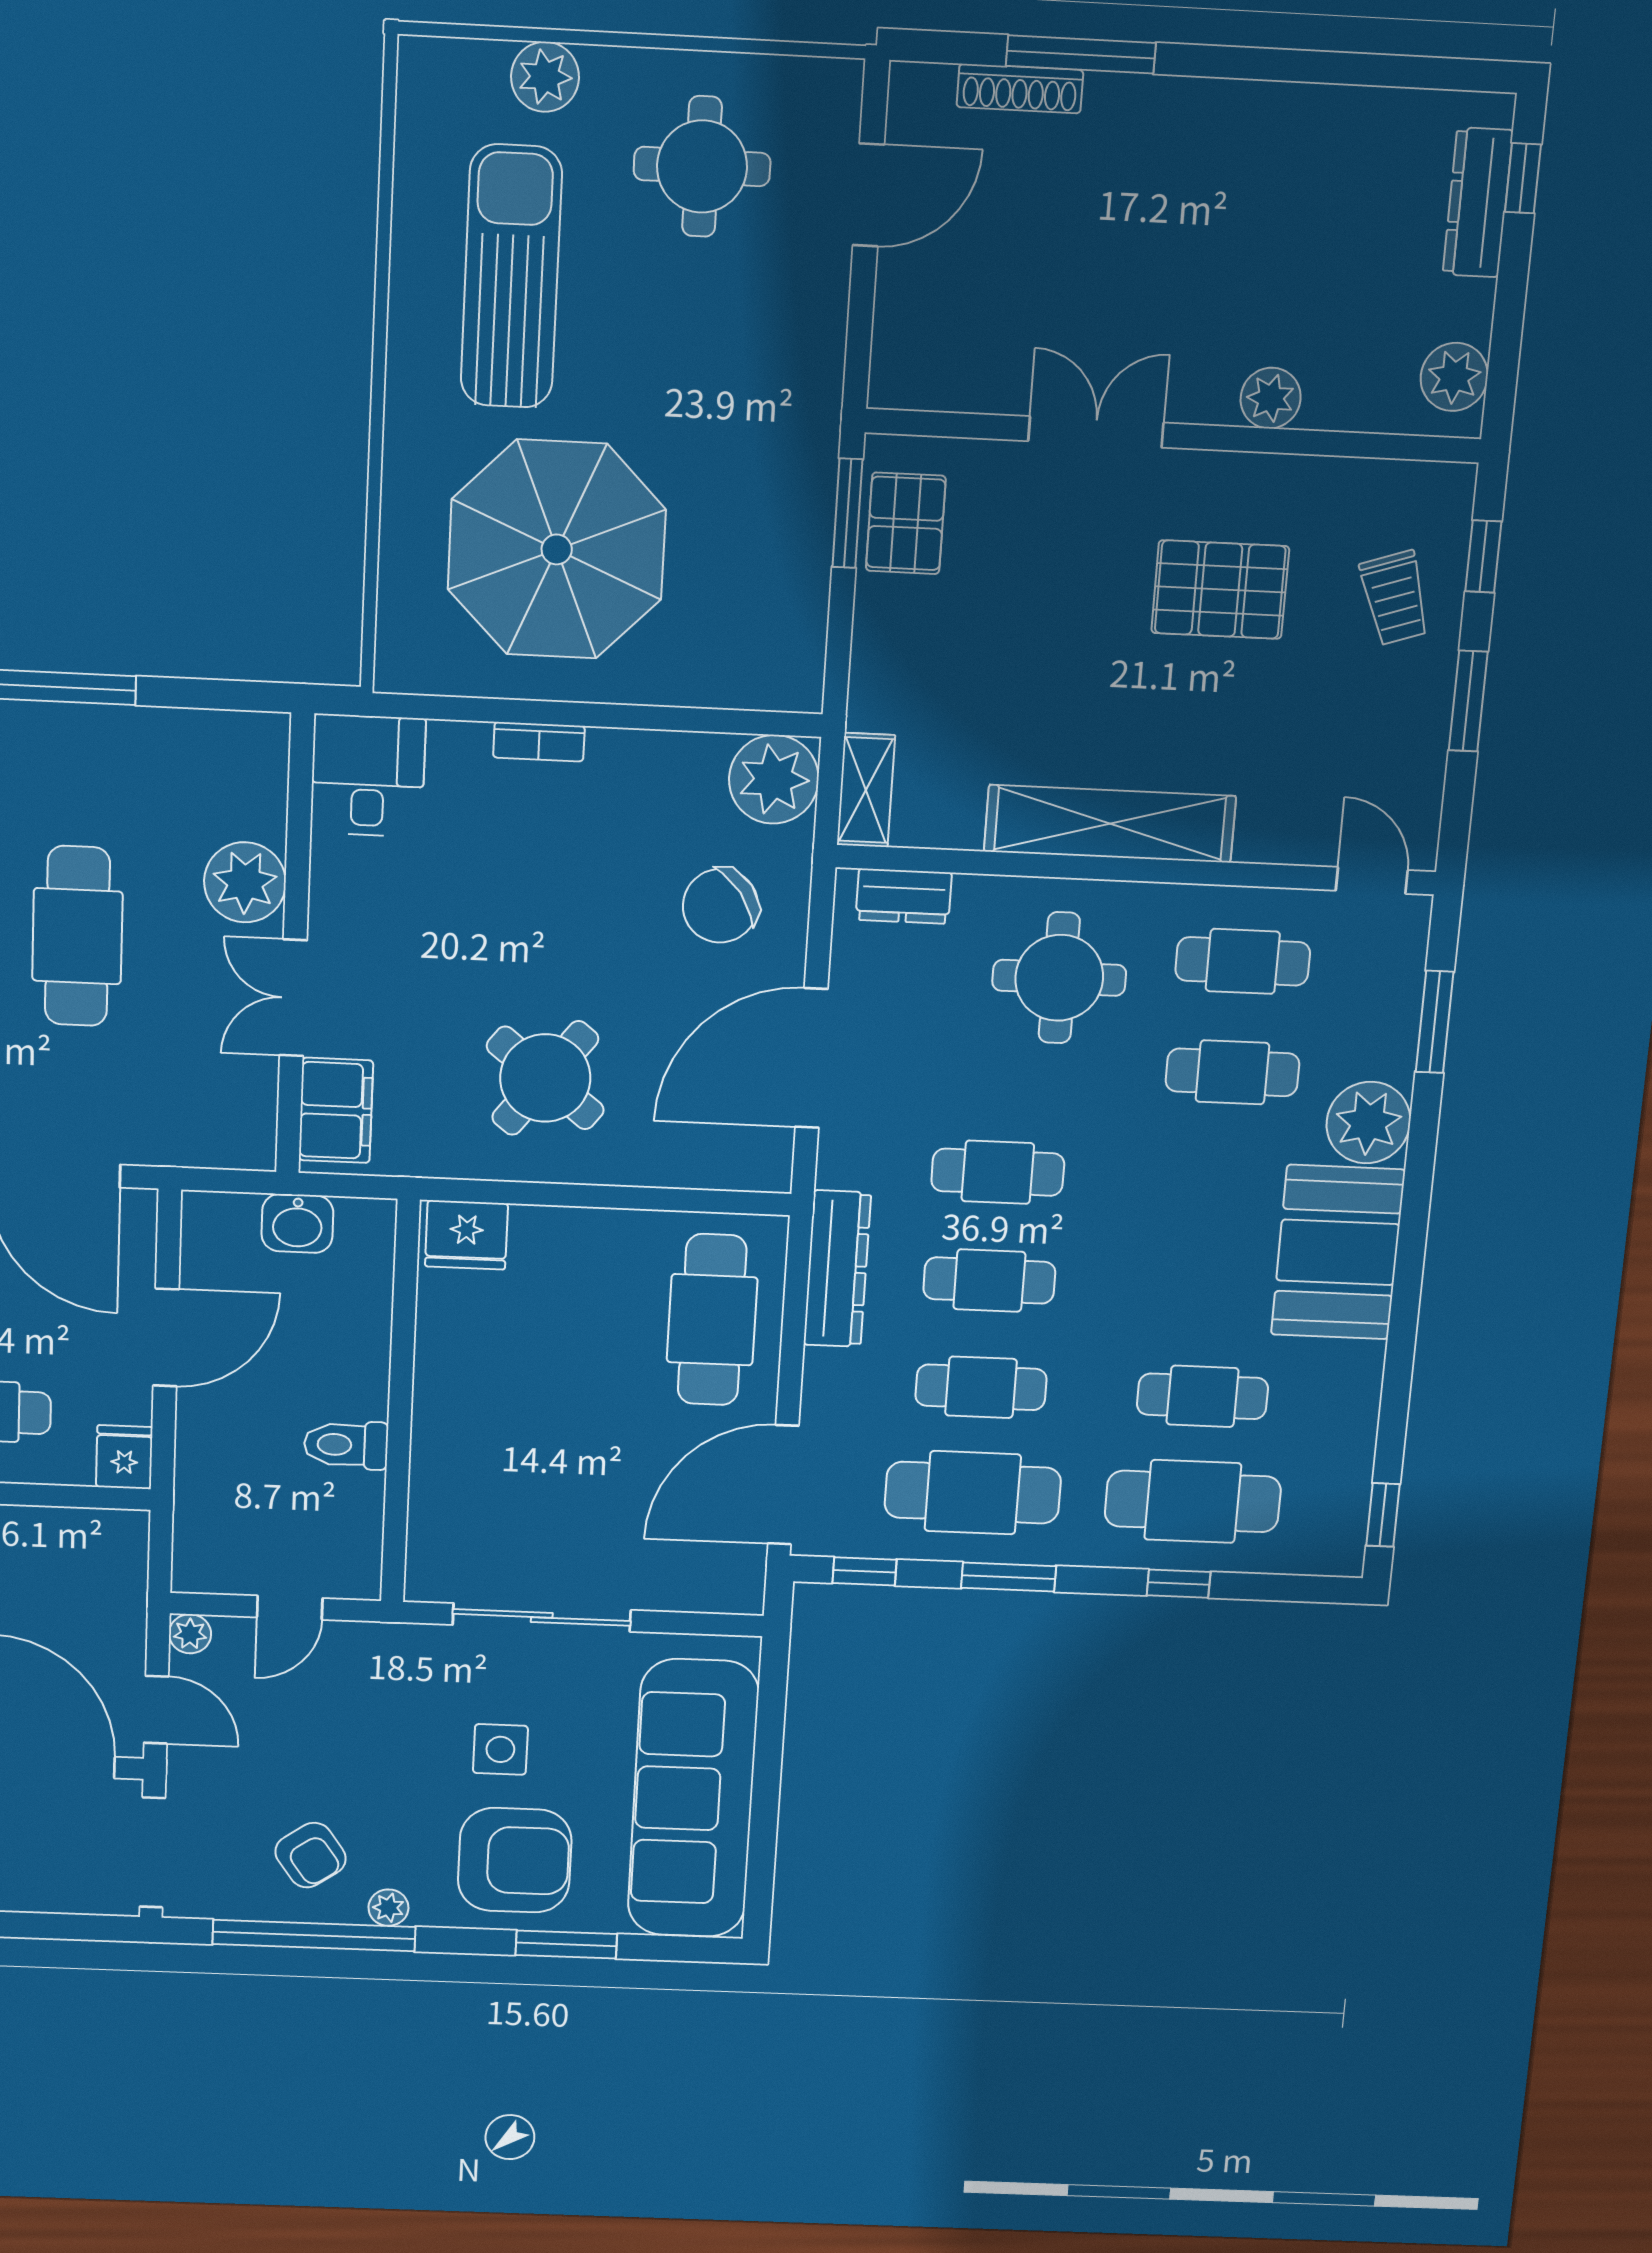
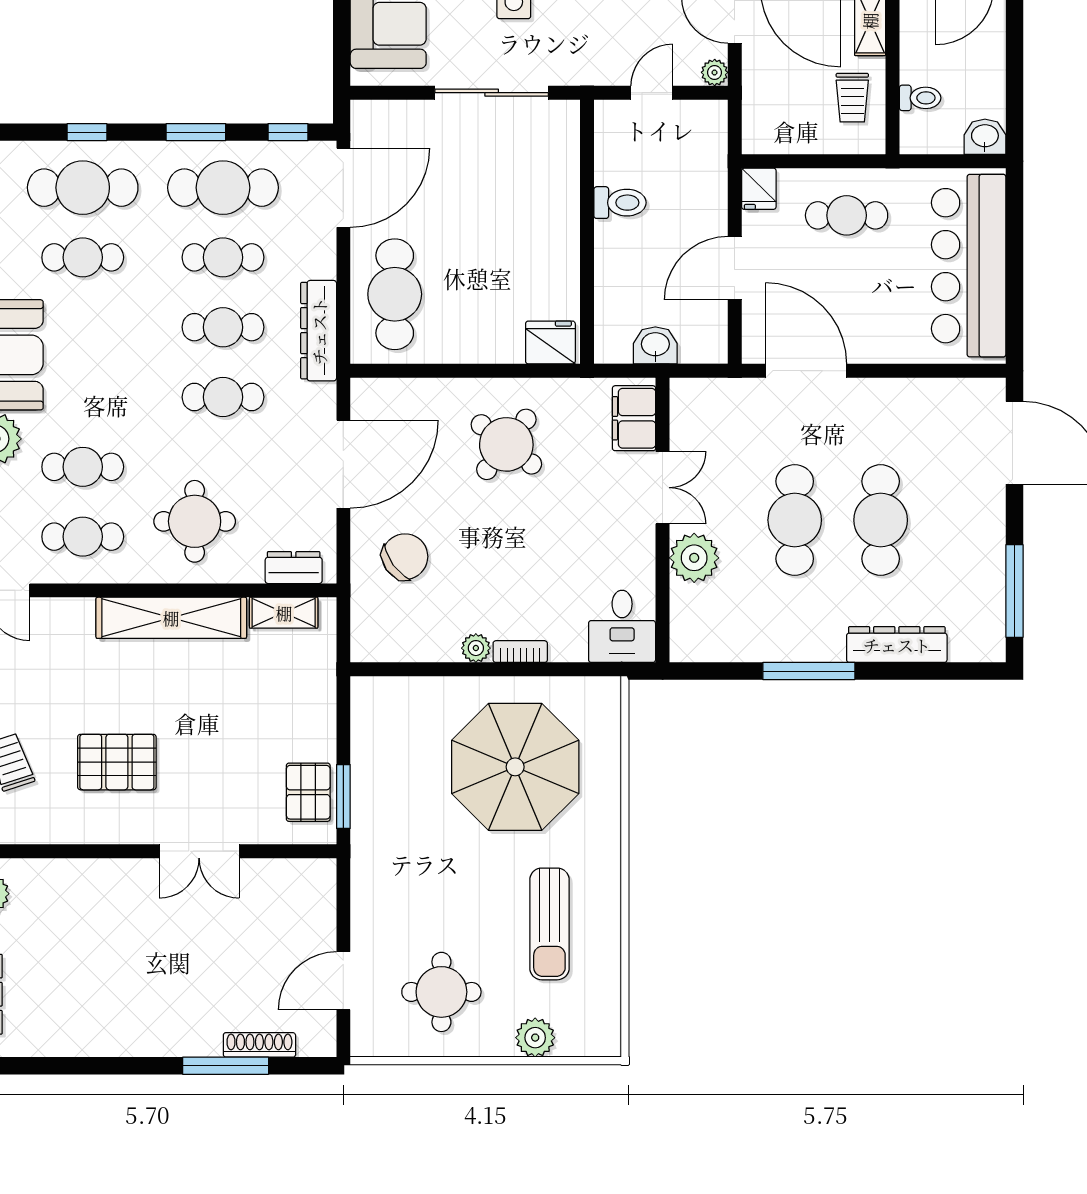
sun lounger: (511, 277) -> (549, 924), width x0.73, depth x0.75
plant: (1271, 398) -> (97, 876), removed
plant: (774, 779) -> (476, 648), moved, width x0.53, depth x0.53
shelving: (866, 790) -> (284, 613), moved, turned 90

